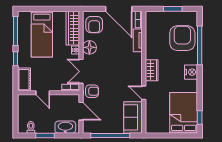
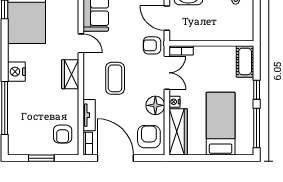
armchair: (182, 38) -> (63, 134), moved, width x0.53, depth x0.53
coffee table: (119, 67) -> (115, 78), added
door: (43, 93) -> (219, 43), removed

